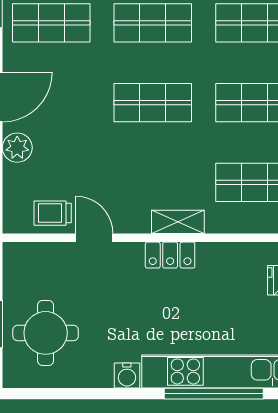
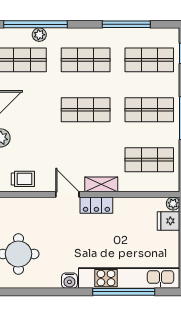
trolley: (53, 213) -> (23, 179), turned 180
door: (94, 238) -> (67, 194), moved

